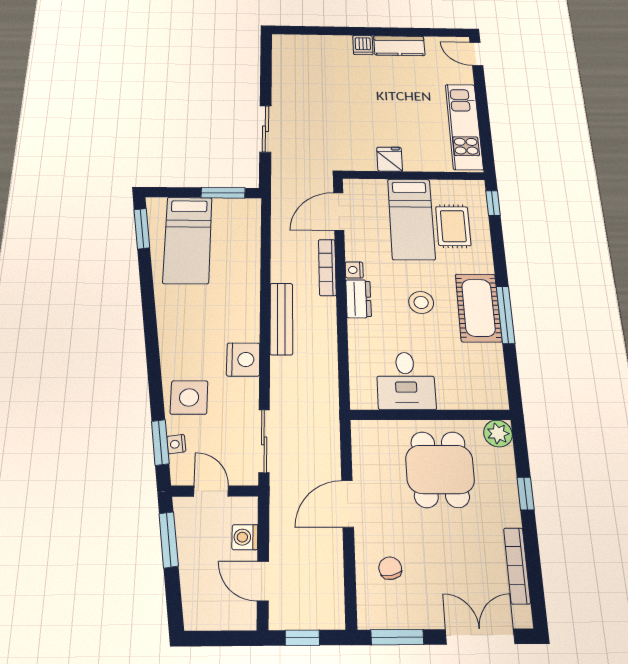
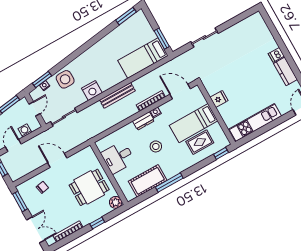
bed: (188, 240) -> (143, 58), moved
cot: (478, 308) -> (148, 181), moved

